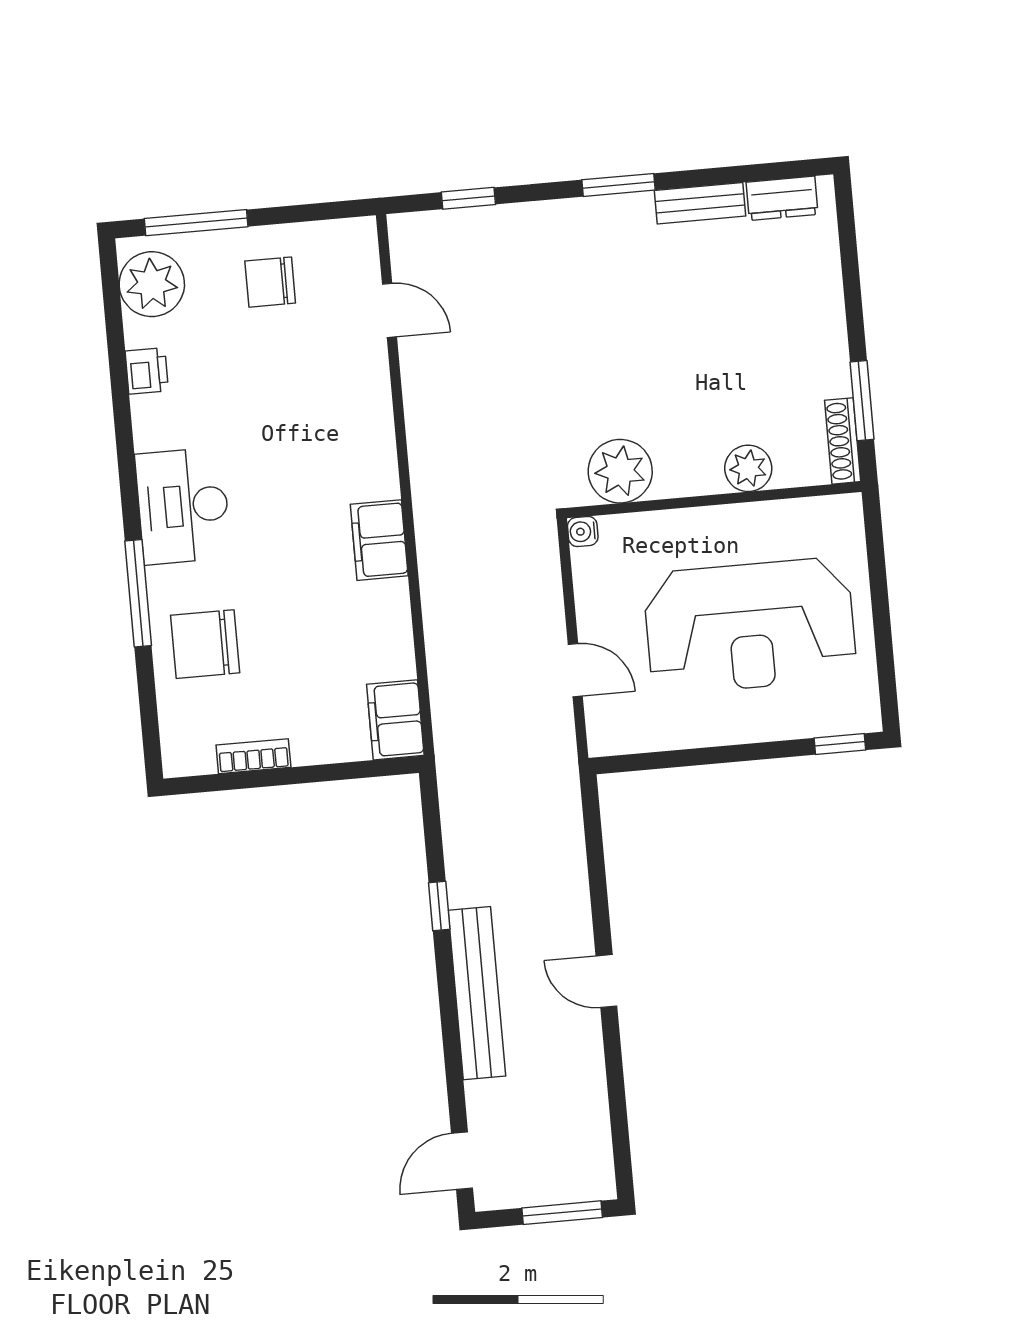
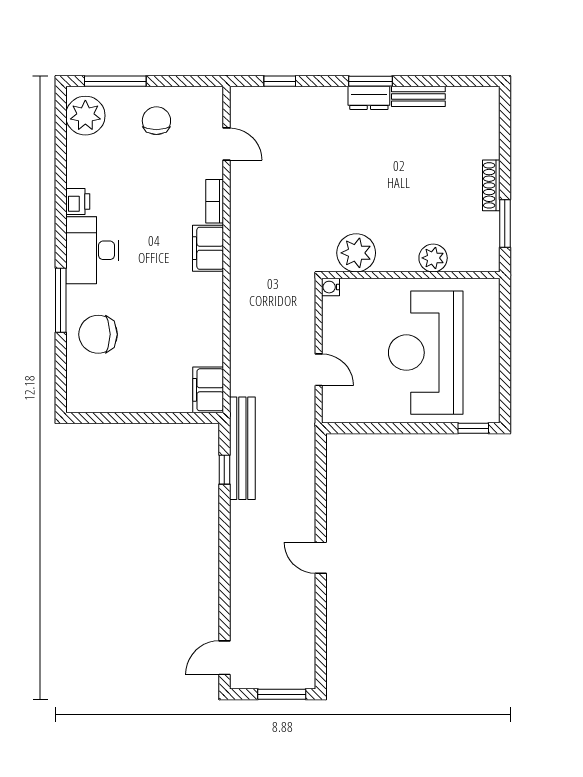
dresser: (782, 198) -> (369, 98), moved
chair: (270, 282) -> (156, 121), turned 90
printer: (147, 371) -> (78, 201), moved
shoe rack: (843, 441) -> (491, 185), moved
filing cabinet: (379, 540) -> (208, 248), moved
reception desk: (750, 626) -> (426, 353), turned 90
bookcase: (253, 756) -> (215, 201), moved, turned -90
window: (439, 906) -> (224, 470), moved
bench: (477, 993) -> (242, 448), moved

